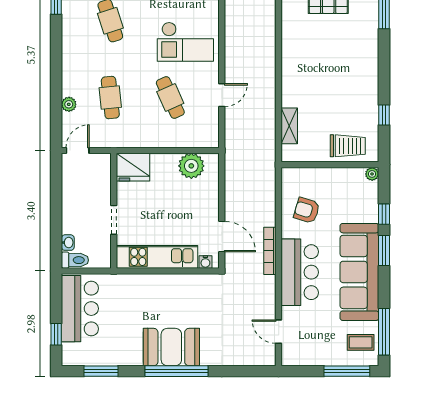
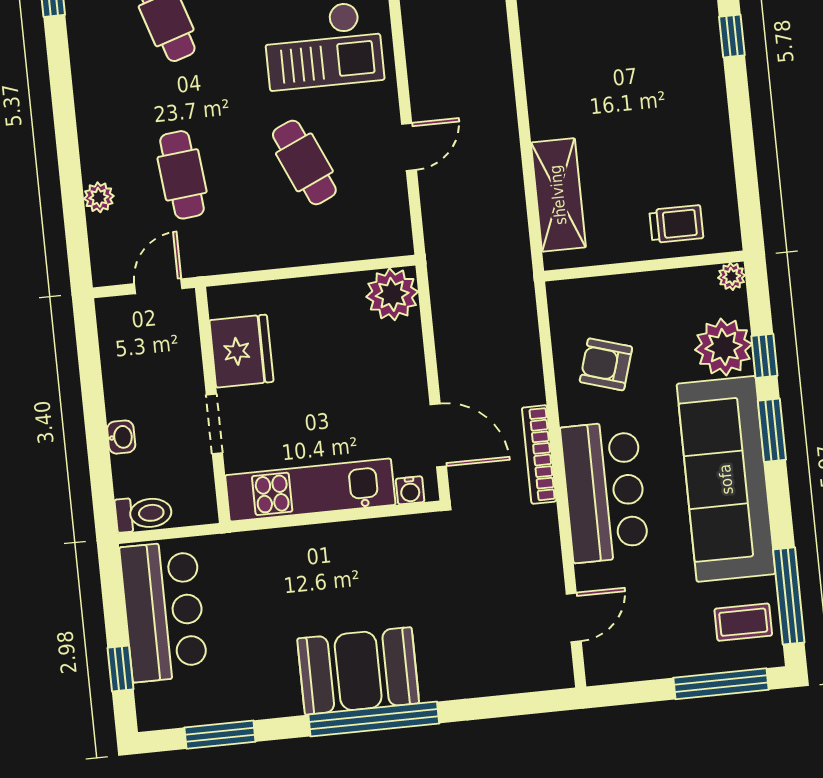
window: (384, 115) -> (732, 36), moved
shelving: (289, 126) -> (558, 195), width x1.50, depth x1.33
trolley: (348, 146) -> (676, 224), width x0.73, depth x0.72
door: (78, 150) -> (158, 286), moved
plant: (191, 166) -> (392, 294), moved
fridge: (133, 167) -> (241, 351), moved, turned -90
plant: (365, 208) -> (724, 347), added
washbasin: (68, 243) -> (121, 437), moved
door: (279, 332) -> (574, 617), swing flipped

